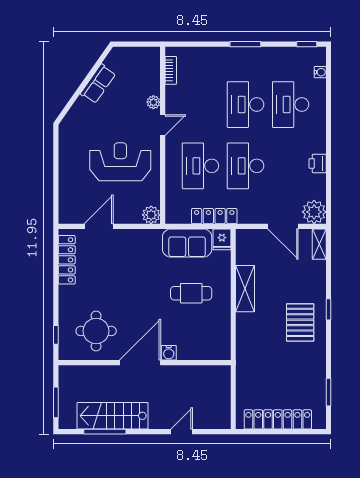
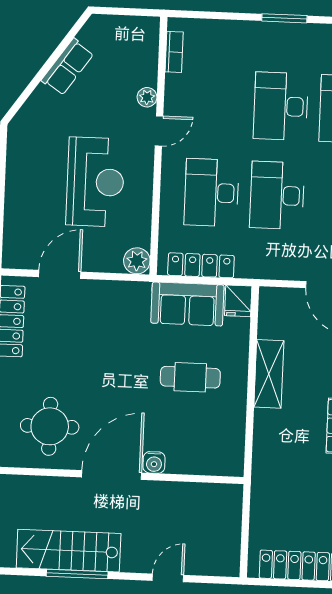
reception desk: (120, 162) -> (95, 182), turned 90
locker: (214, 216) -> (201, 265), moved
window: (105, 432) -> (77, 574), moved

